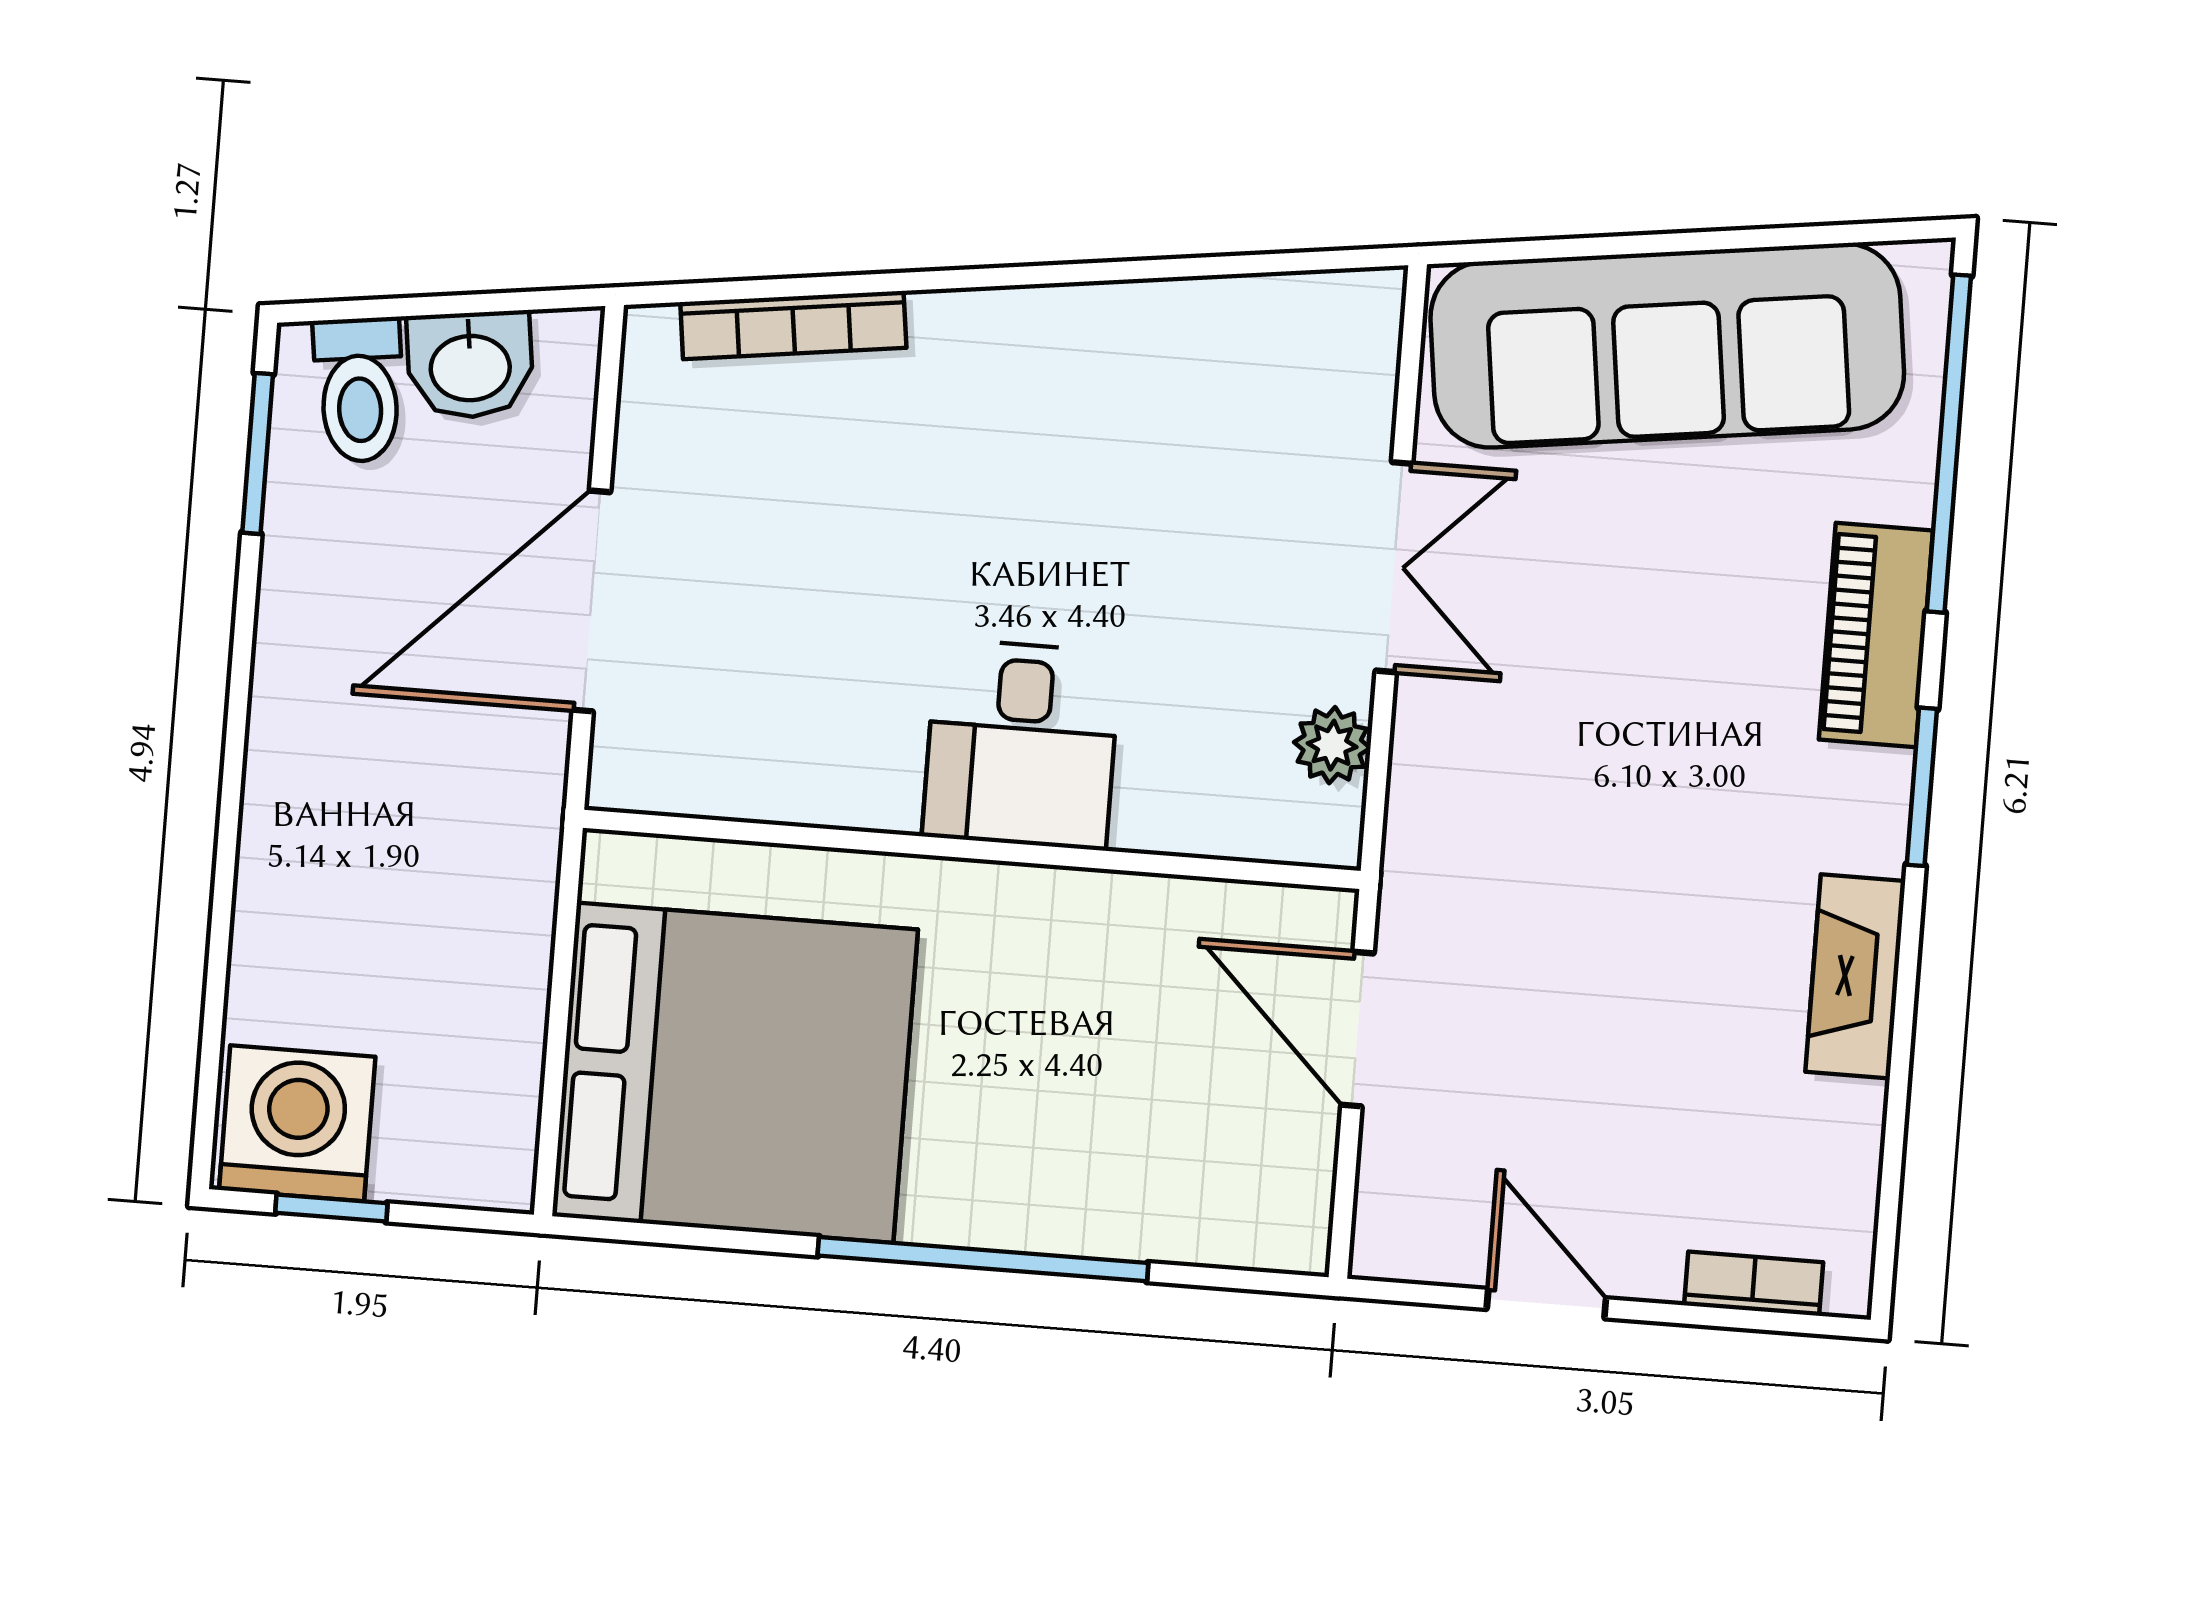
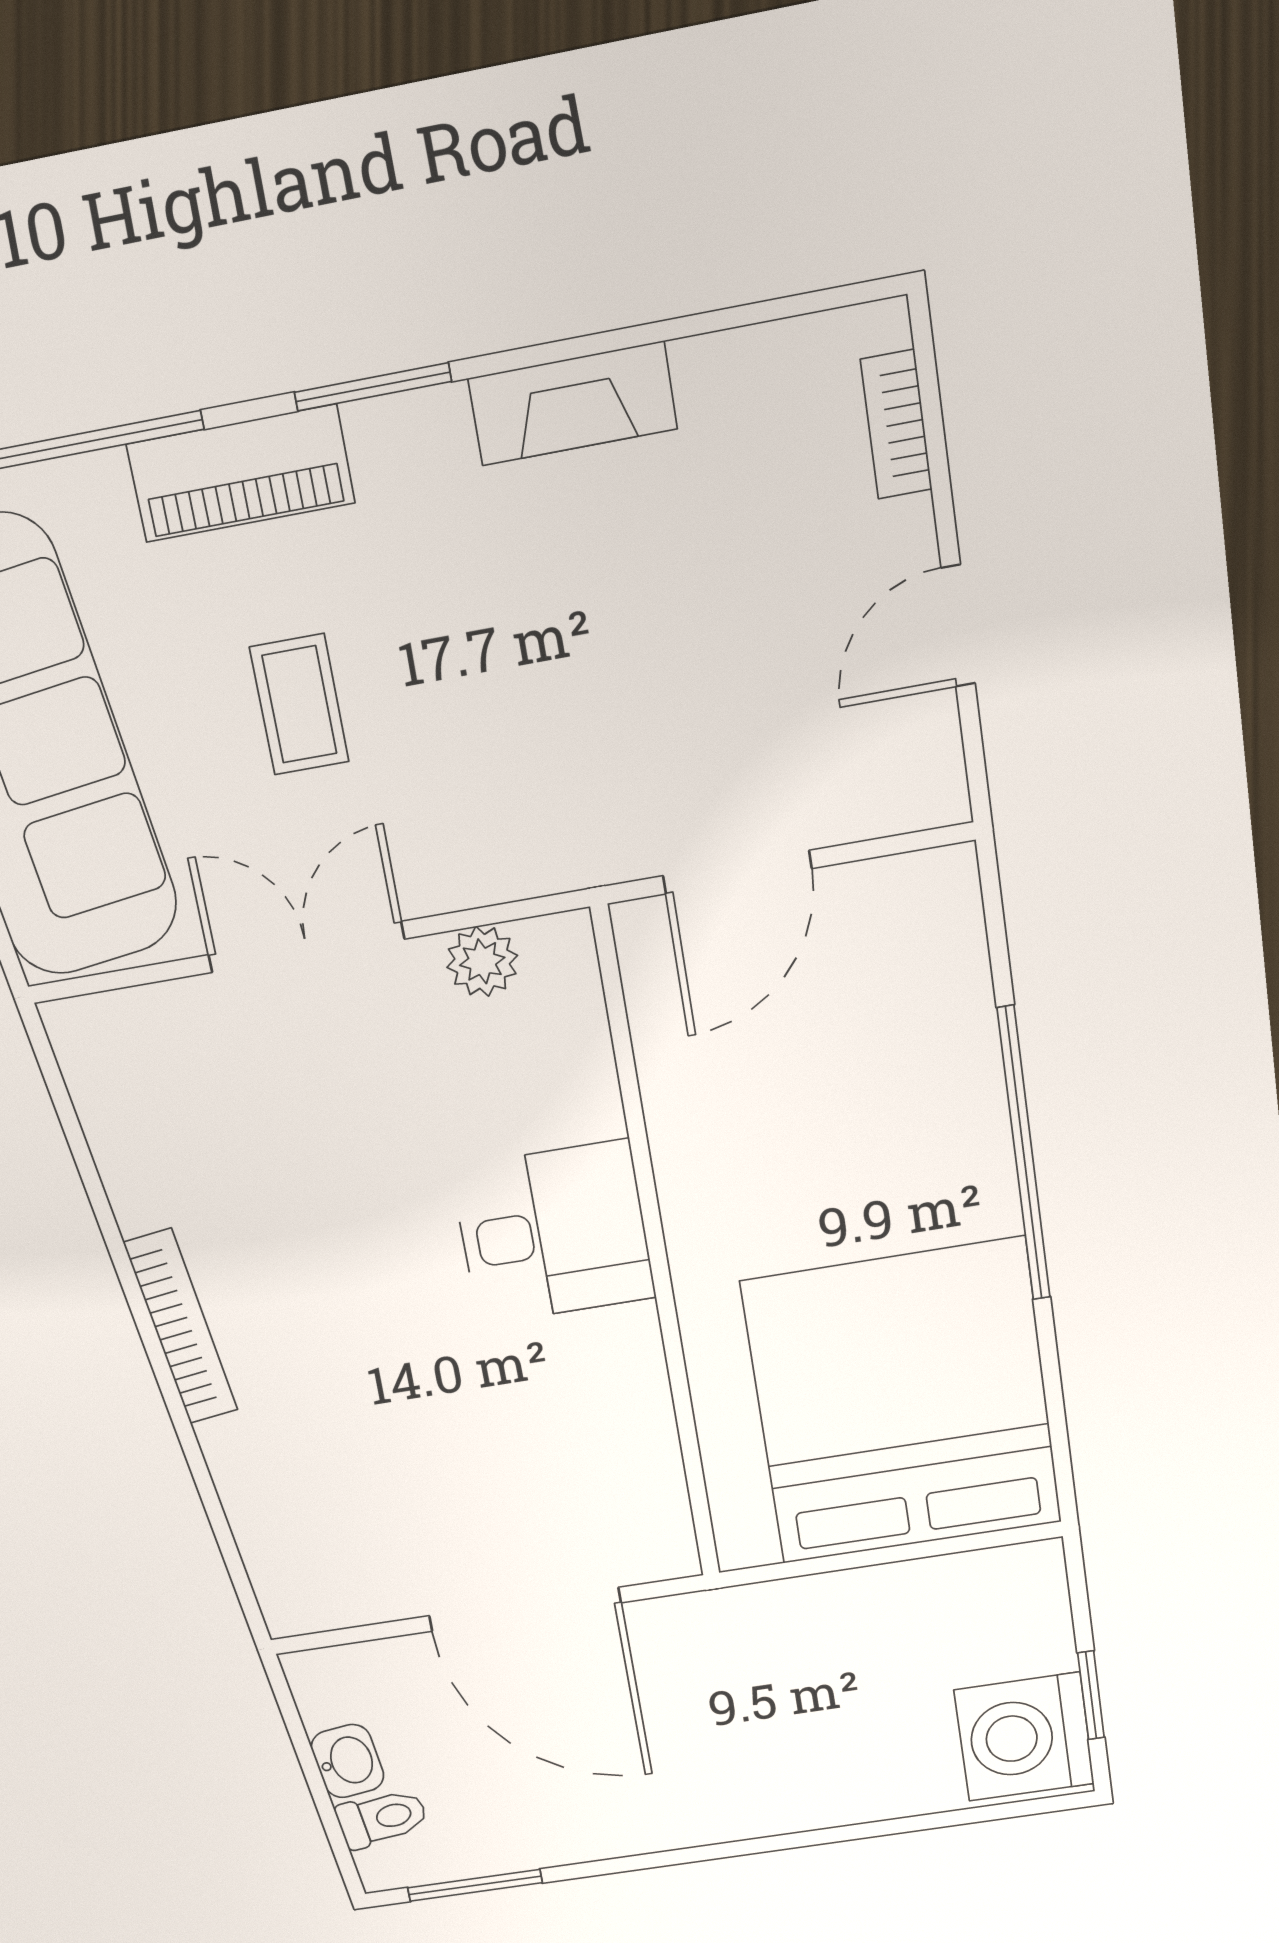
bookcase: (793, 325) -> (181, 1327), moved
washbasin: (470, 365) -> (347, 1761), width x0.72, depth x0.69
toilet: (359, 390) -> (382, 1818), width x0.73, depth x0.72
coffee table: (1640, 630) -> (299, 704), added

